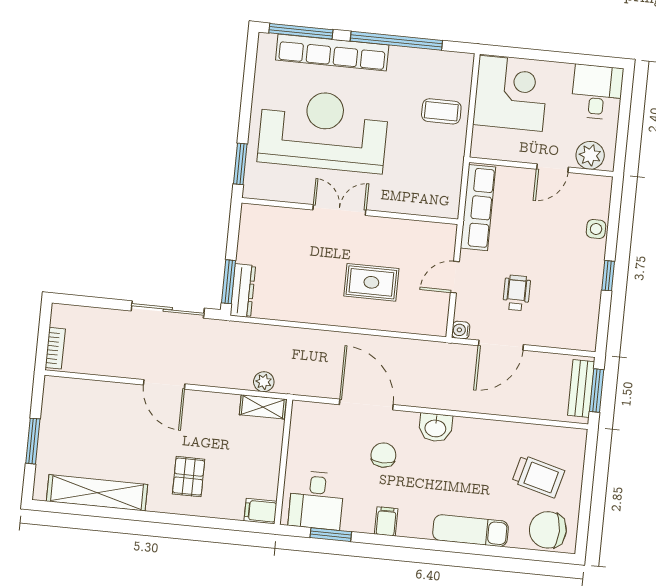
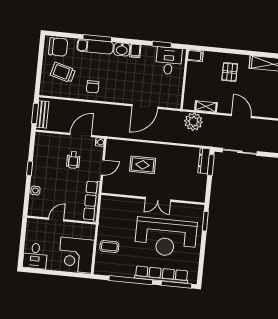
plant: (590, 155) -> (38, 226), removed
plant: (264, 382) -> (193, 122), width x1.87, depth x1.87
door: (366, 405) -> (145, 107), hinge flipped
shelving: (263, 407) -> (206, 106), moved
washbasin: (435, 428) -> (122, 49), moved, turned 180
chair: (383, 455) -> (93, 87), moved
window: (466, 548) -> (97, 38), added

